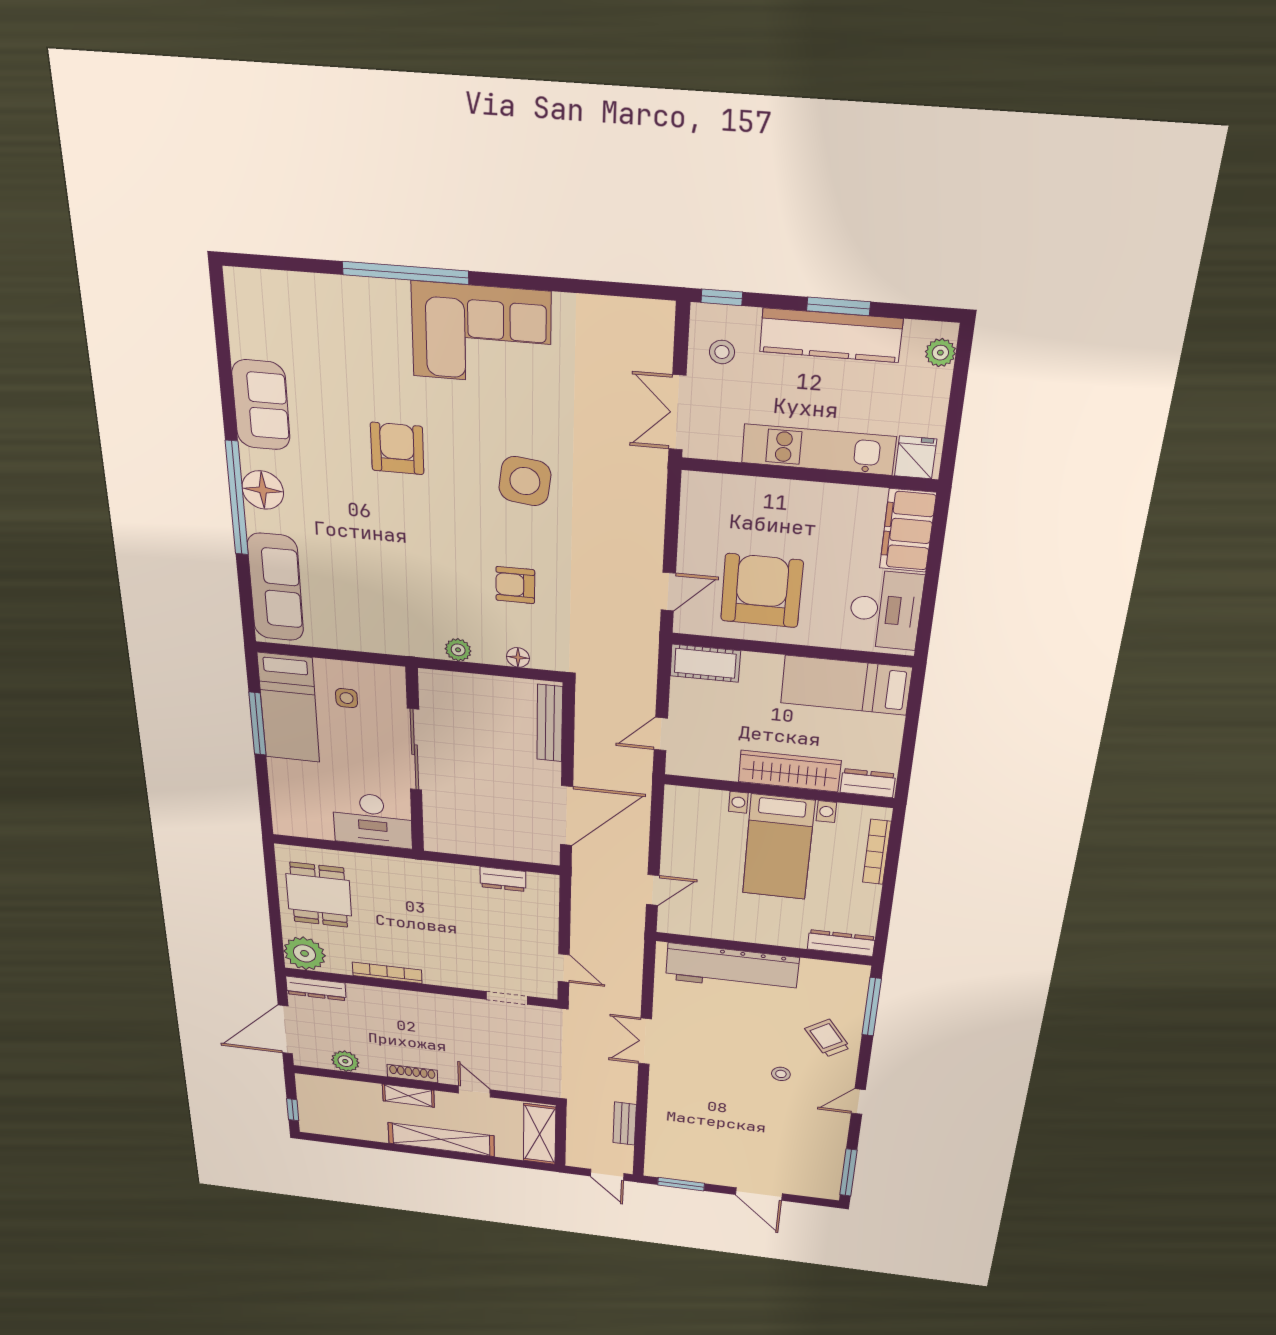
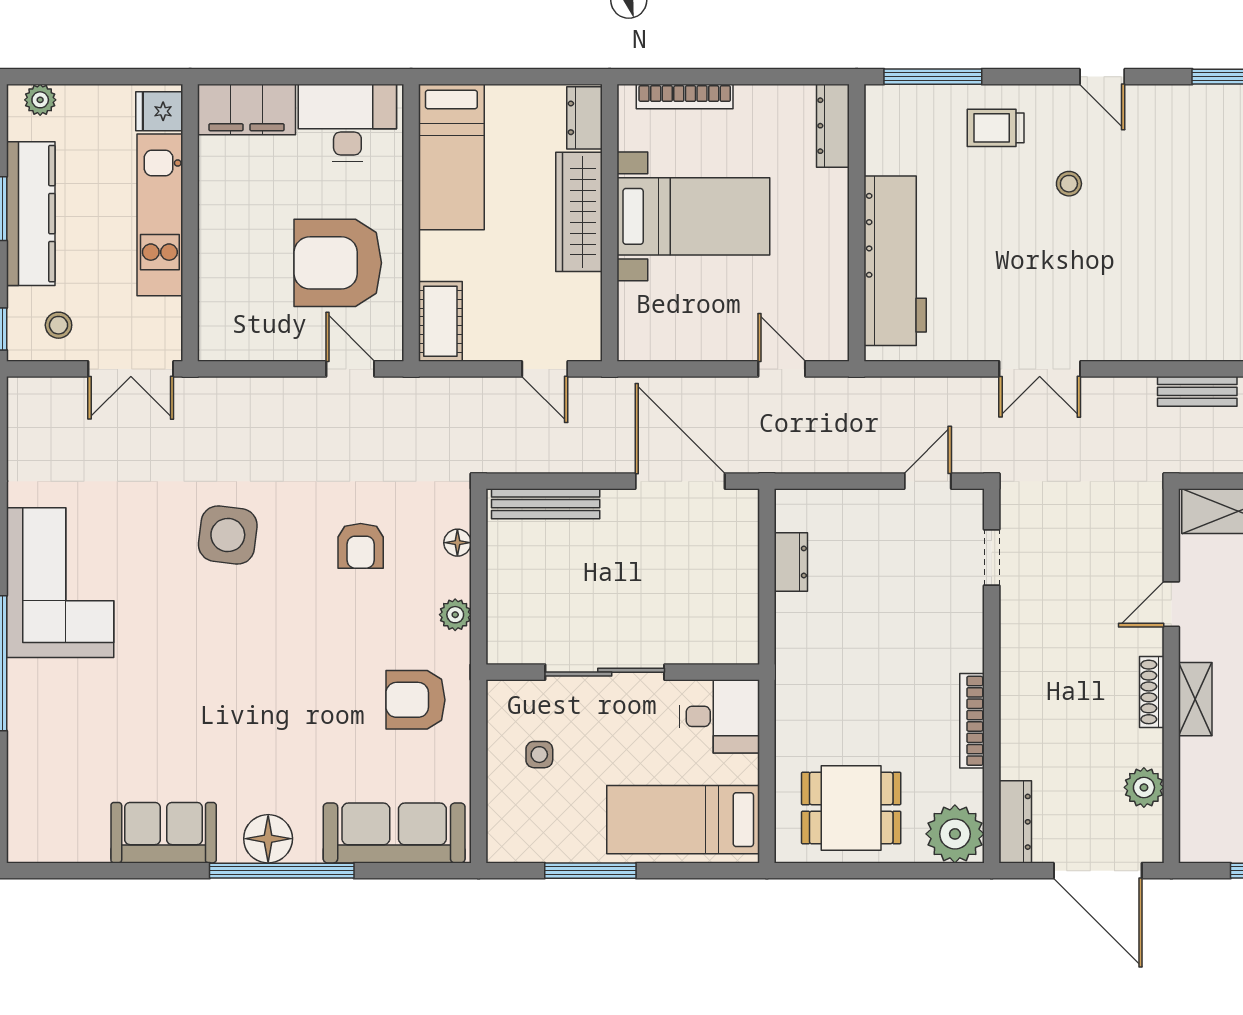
armchair: (397, 448) -> (415, 700), moved
bed: (289, 708) -> (683, 820), moved, turned 180
desk: (372, 820) -> (720, 716), width x0.73
trolley: (828, 1038) -> (996, 128), turned 35

